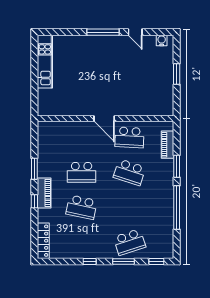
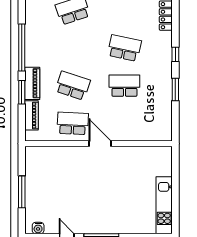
window: (177, 74) -> (22, 192), width x1.44
piano: (44, 193) -> (32, 83), moved, turned 180

